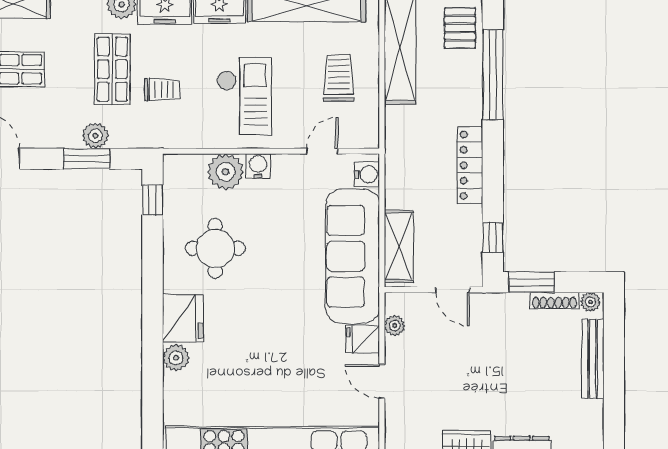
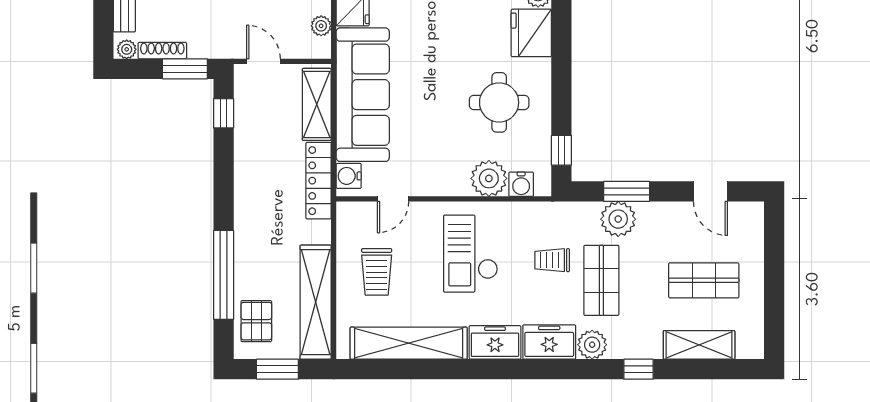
plant: (95, 136) -> (618, 219), width x1.36, depth x1.36
locker: (470, 165) -> (319, 181), moved, turned 180
water cooler: (258, 166) -> (521, 184), moved

